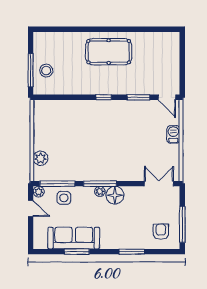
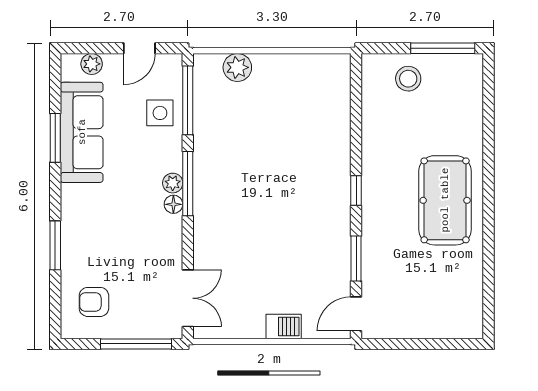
window: (31, 70) -> (443, 48), moved
plant: (39, 192) -> (92, 64), moved
floor lamp: (115, 195) -> (173, 204), width x0.53, depth x0.53
window: (182, 224) -> (136, 344), moved
armchair: (161, 232) -> (94, 302), turned 180

